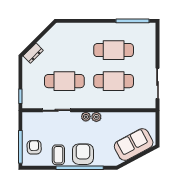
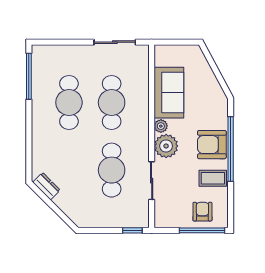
dresser: (33, 53) -> (46, 186), moved
plant: (86, 117) -> (166, 146), width x1.88, depth x1.88
sofa: (134, 144) -> (169, 93), moved, turned -152
armchair: (34, 147) -> (202, 212), turned 92

